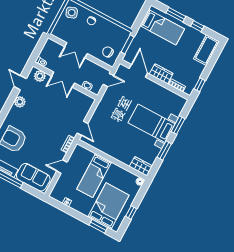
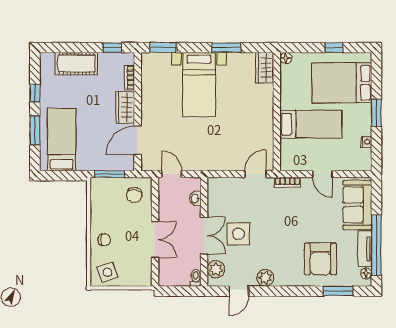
cot: (206, 50) -> (76, 63), moved
side table: (53, 100) -> (238, 234), added
window: (178, 125) -> (163, 48), moved
window: (98, 226) -> (376, 113), moved

